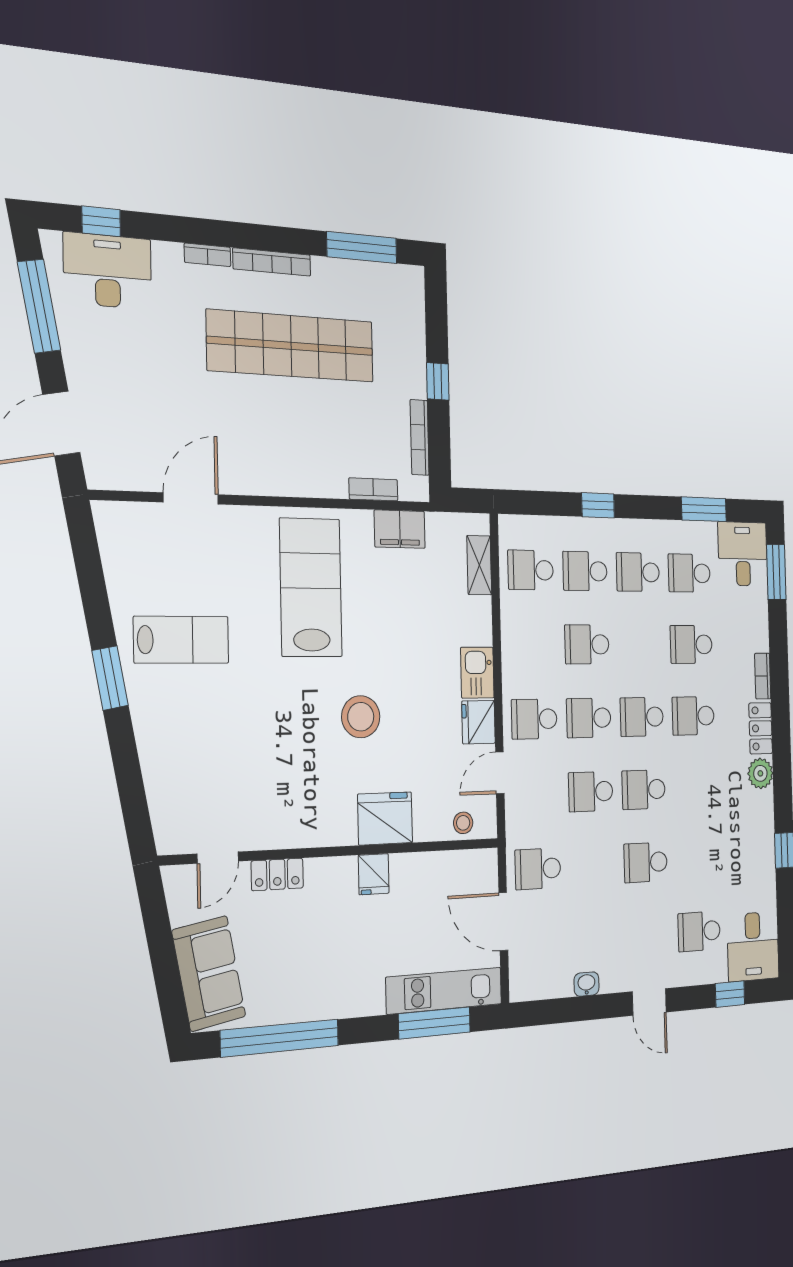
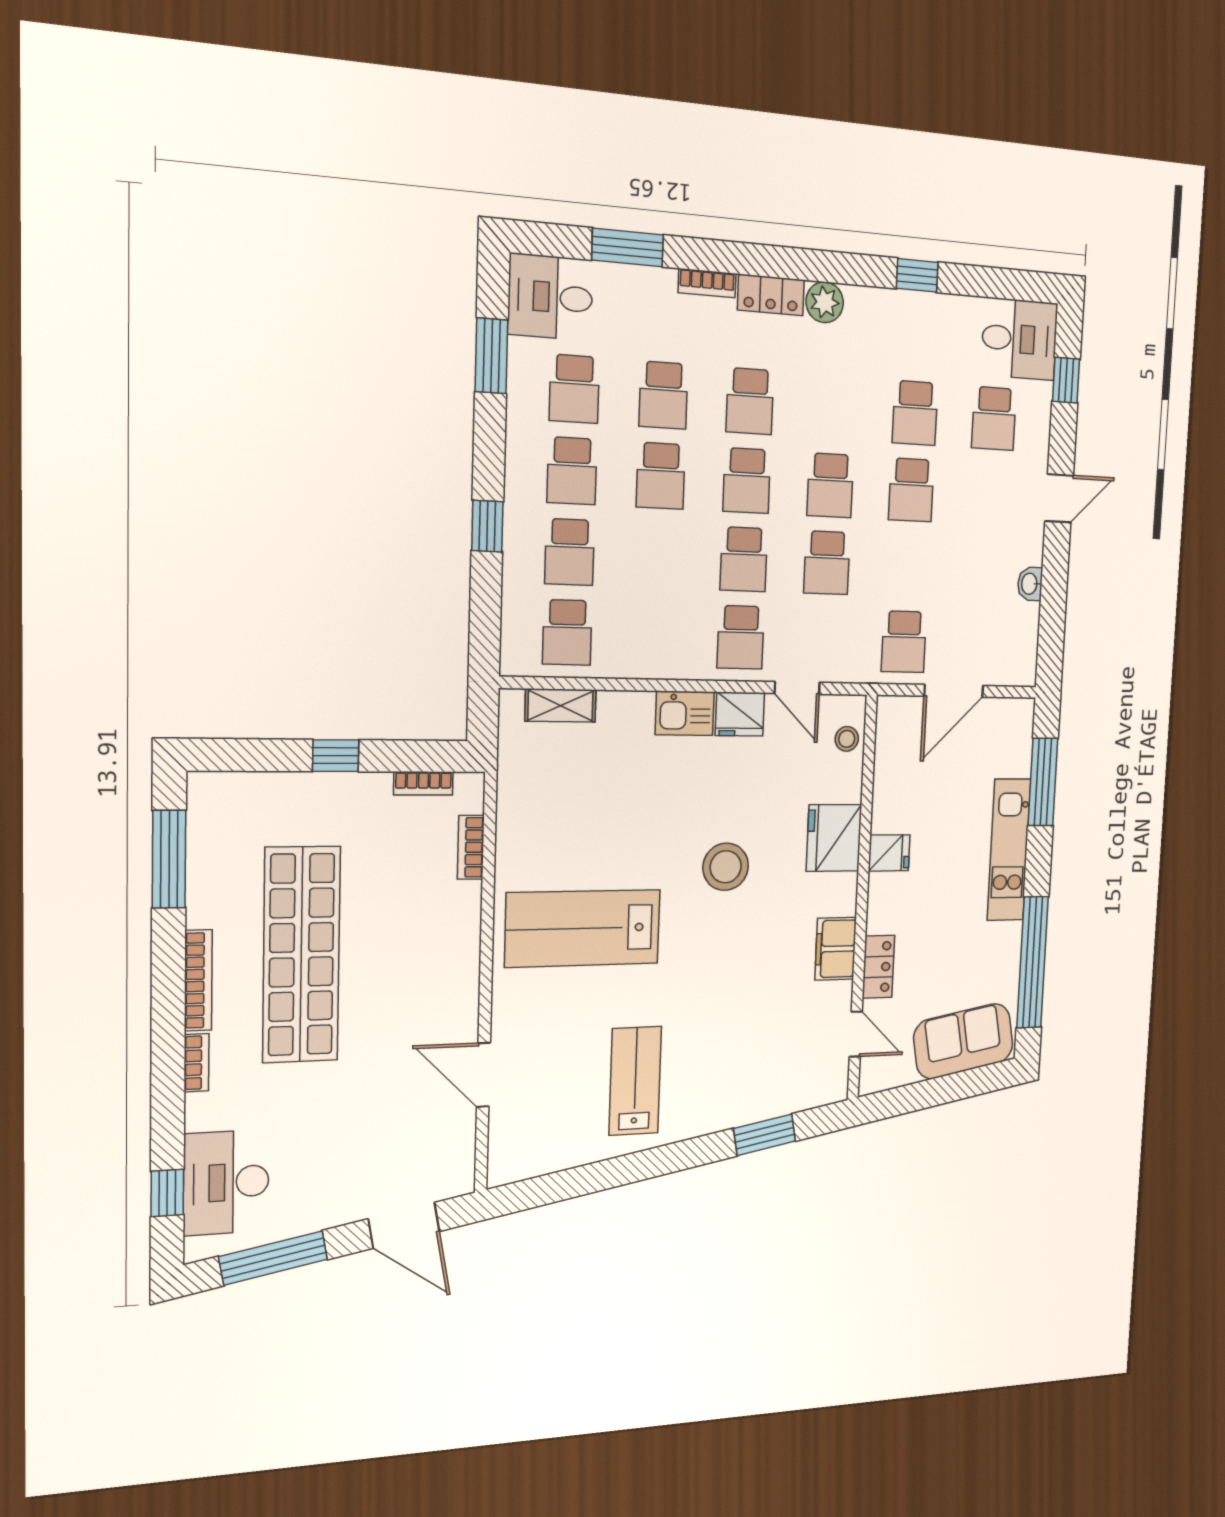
bookcase: (420, 437) -> (423, 783), width x0.64
filing cabinet: (400, 529) -> (836, 949), moved, turned 180
window: (776, 572) -> (628, 247), moved
school desk: (587, 644) -> (661, 476), moved
window: (110, 678) -> (765, 1135), moved
school desk: (697, 859) -> (915, 413), added
kitchen unit: (444, 991) -> (1009, 850), moved

